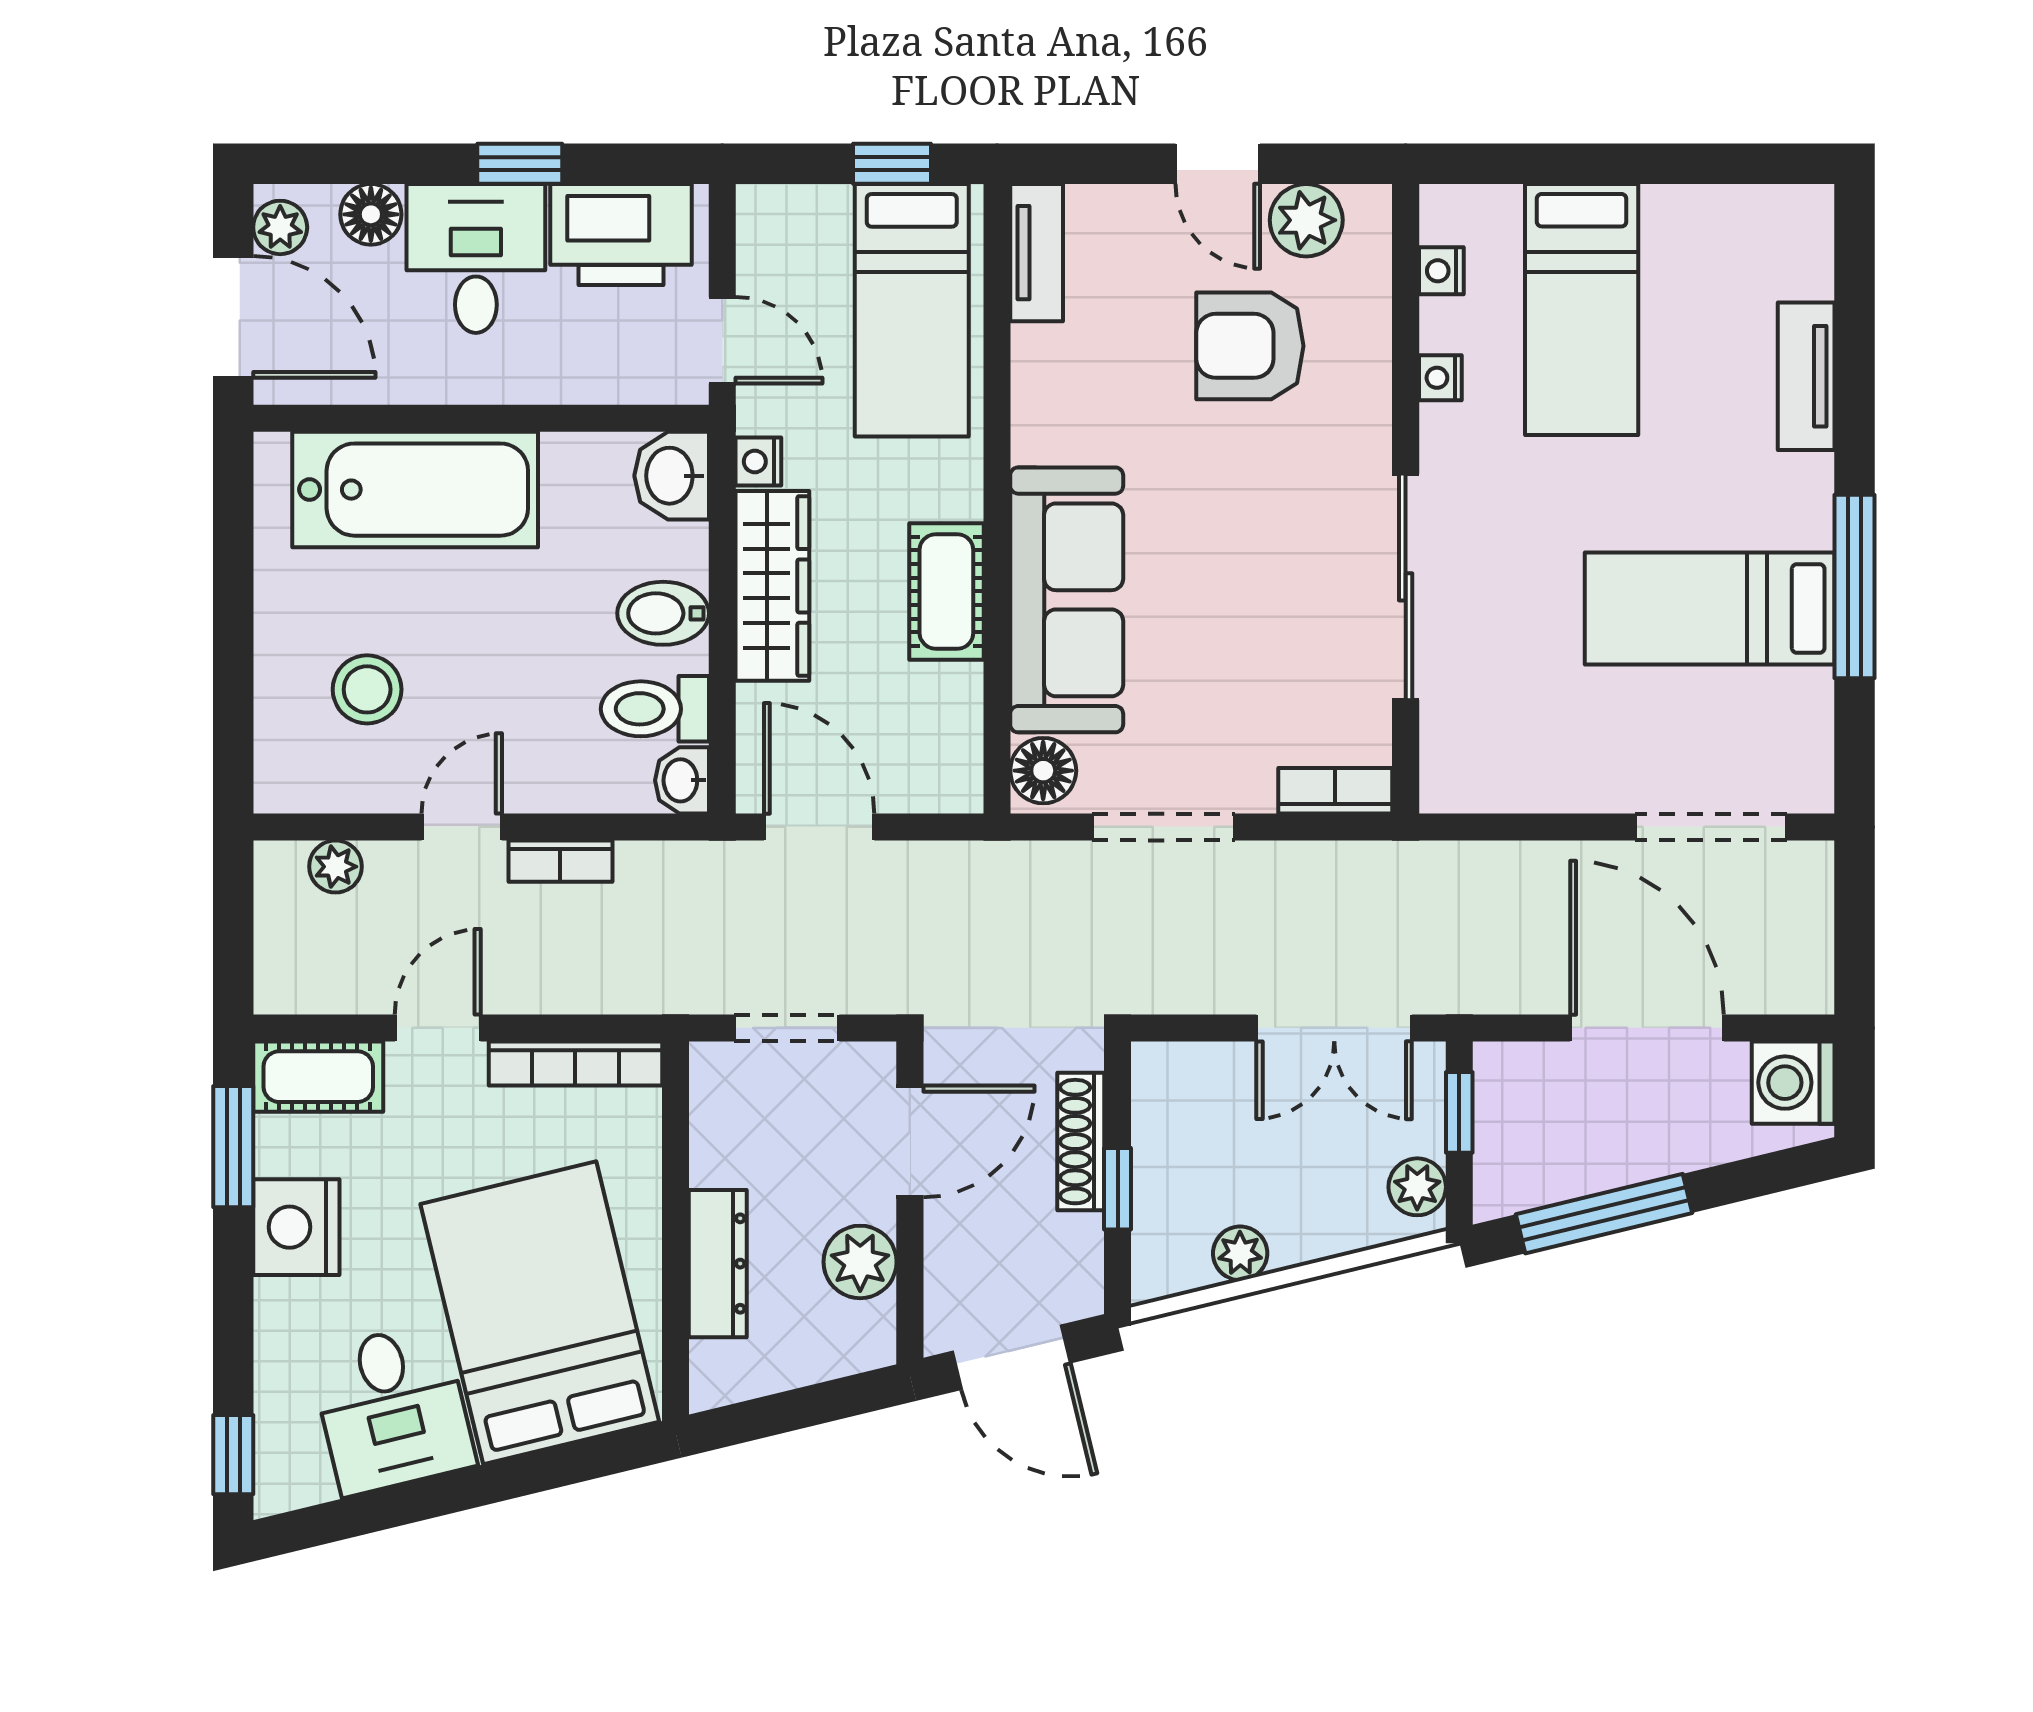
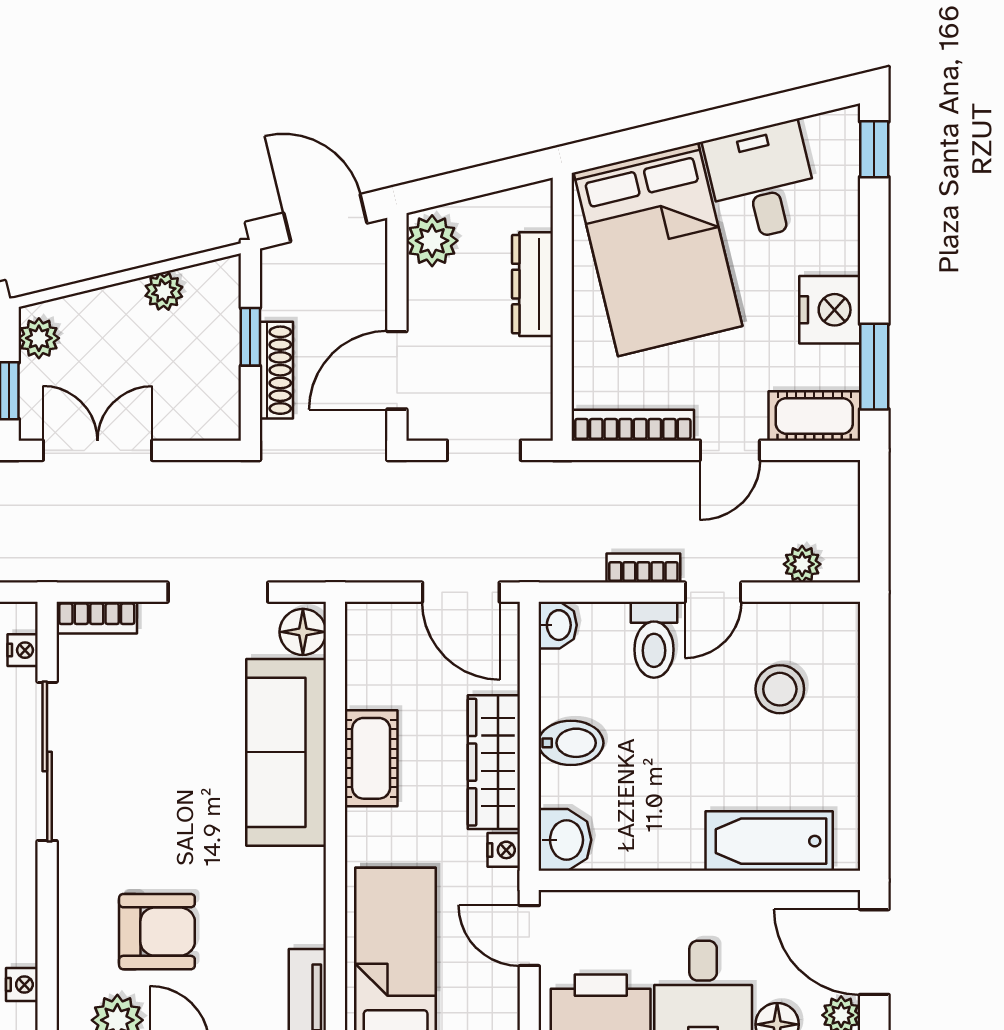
nightstand: (1440, 378) -> (23, 650), moved
bathtub: (415, 490) -> (769, 841), width x0.73, depth x0.73
toilet: (655, 709) -> (654, 640), moved, turned 90
plant: (860, 1262) -> (432, 241), moved

